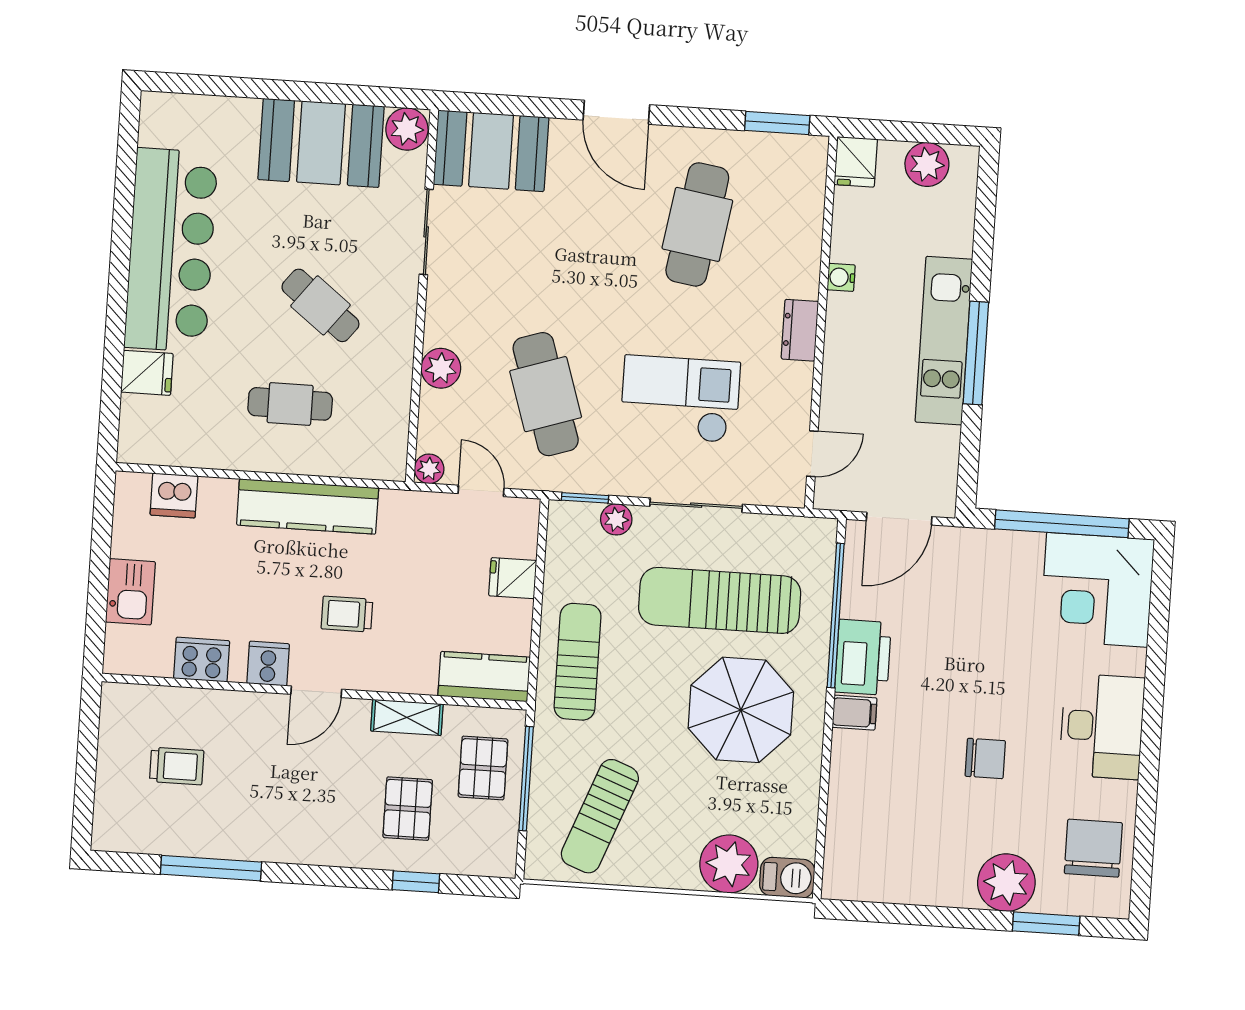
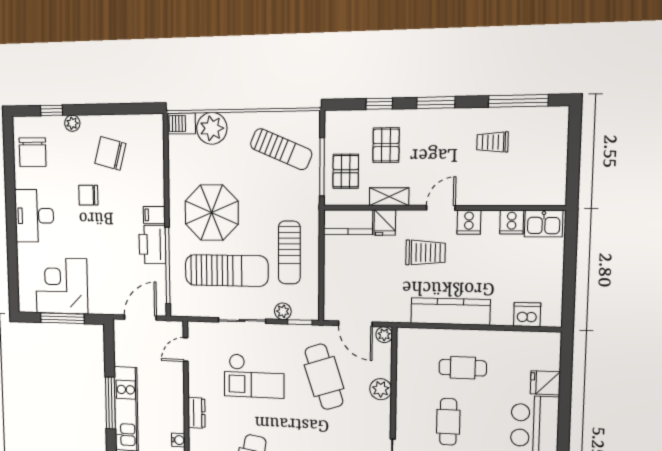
cafe table: (320, 305) -> (448, 422), turned 52
door: (481, 491) -> (355, 324), width x1.38
window: (1062, 524) -> (62, 318), width x0.68
fridge: (513, 578) -> (385, 223), moved, turned 90
corner desk: (1097, 590) -> (62, 286), moved, turned -90
kitchen sink: (130, 592) -> (544, 224), moved, turned -90
trolley: (347, 614) -> (425, 253), width x1.36, depth x1.39
cooker: (202, 660) -> (512, 222), width x0.73
sun lounger: (578, 662) -> (289, 253), moved
trolley: (177, 766) -> (492, 142), moved
sun lounger: (600, 816) -> (281, 149), turned 92
chair: (933, 834) -> (110, 153), added
window: (211, 868) -> (518, 101), moved
window: (316, 875) -> (436, 103), added
plant: (1006, 883) -> (72, 123), width x0.53, depth x0.53
window: (1046, 924) -> (51, 110), width x0.67

